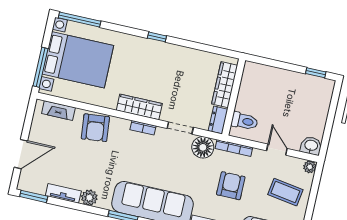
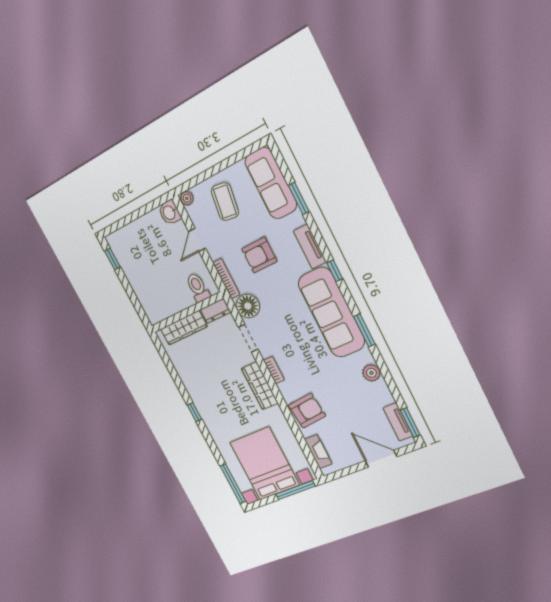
tv unit: (63, 193) -> (398, 422), moved

